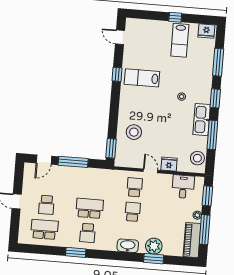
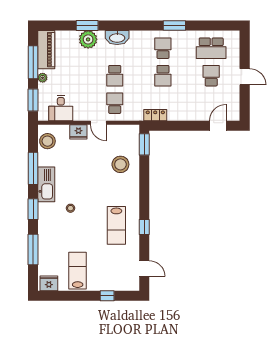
window: (175, 17) -> (107, 296), moved
lab bench: (142, 78) -> (116, 225), turned 90
window: (73, 162) -> (185, 126), removed
locker: (99, 174) -> (155, 115), added
school desk: (135, 187) -> (115, 103), turned 180
school desk: (90, 208) -> (163, 76), width x0.54

